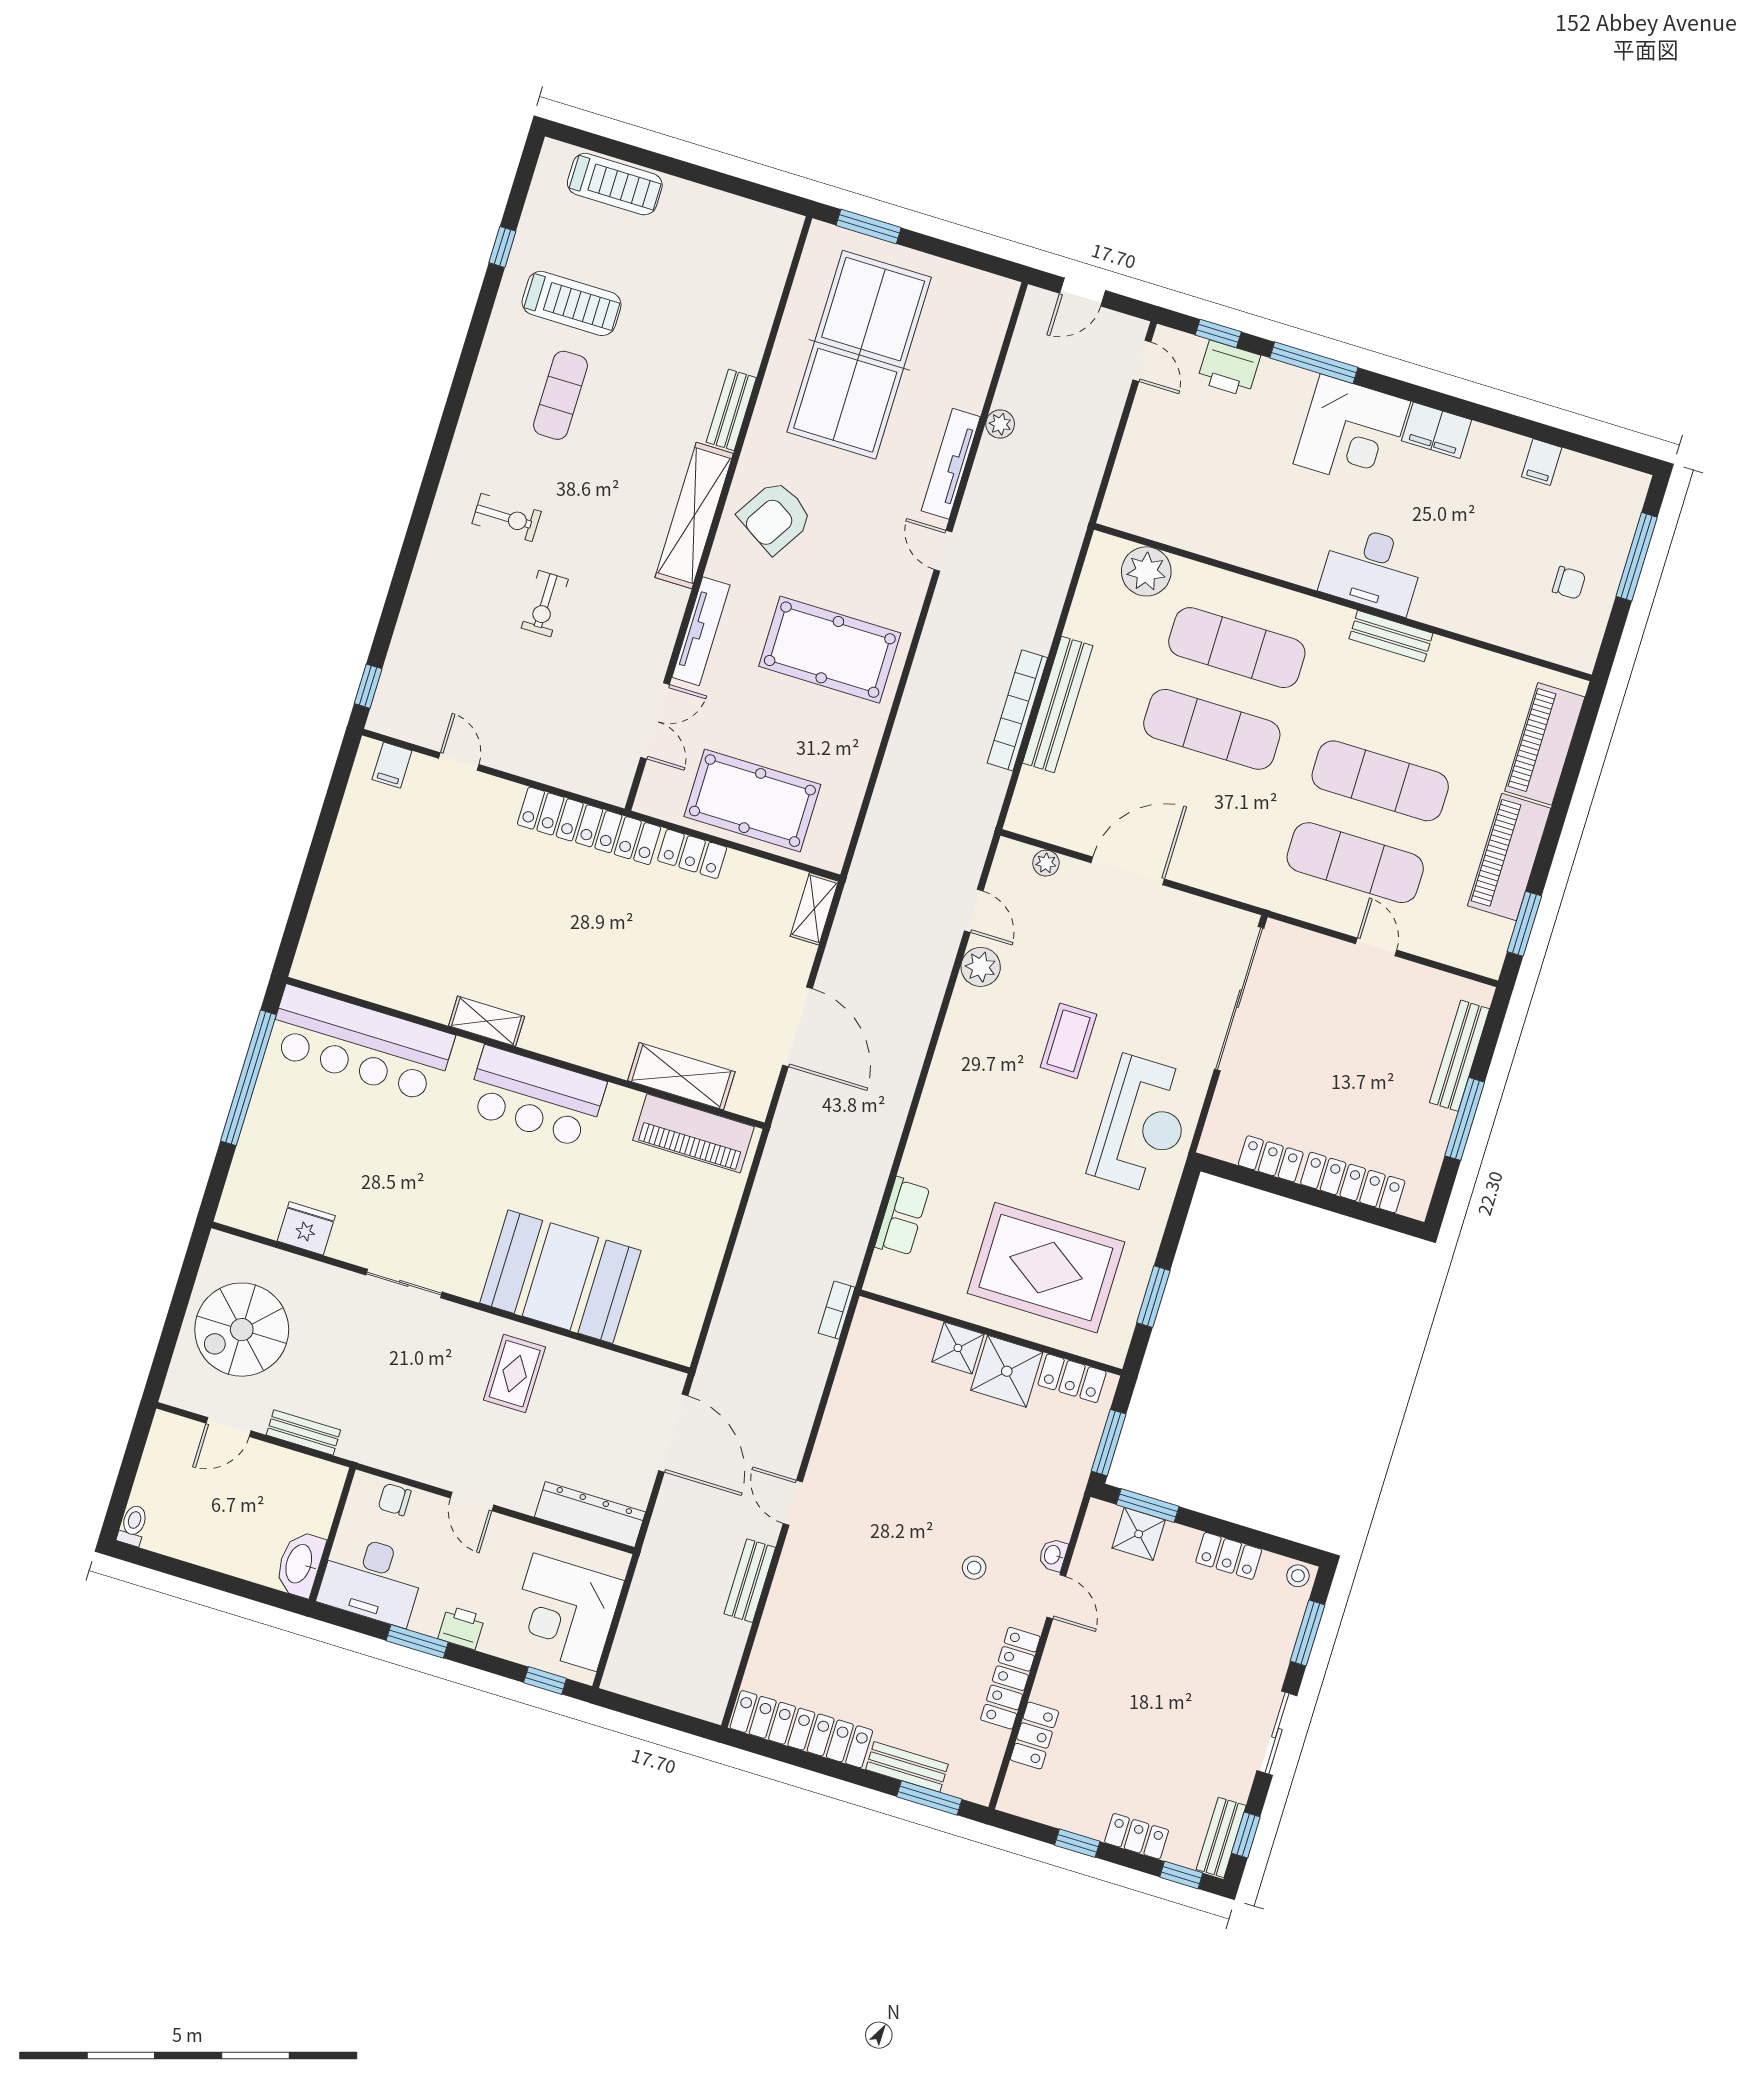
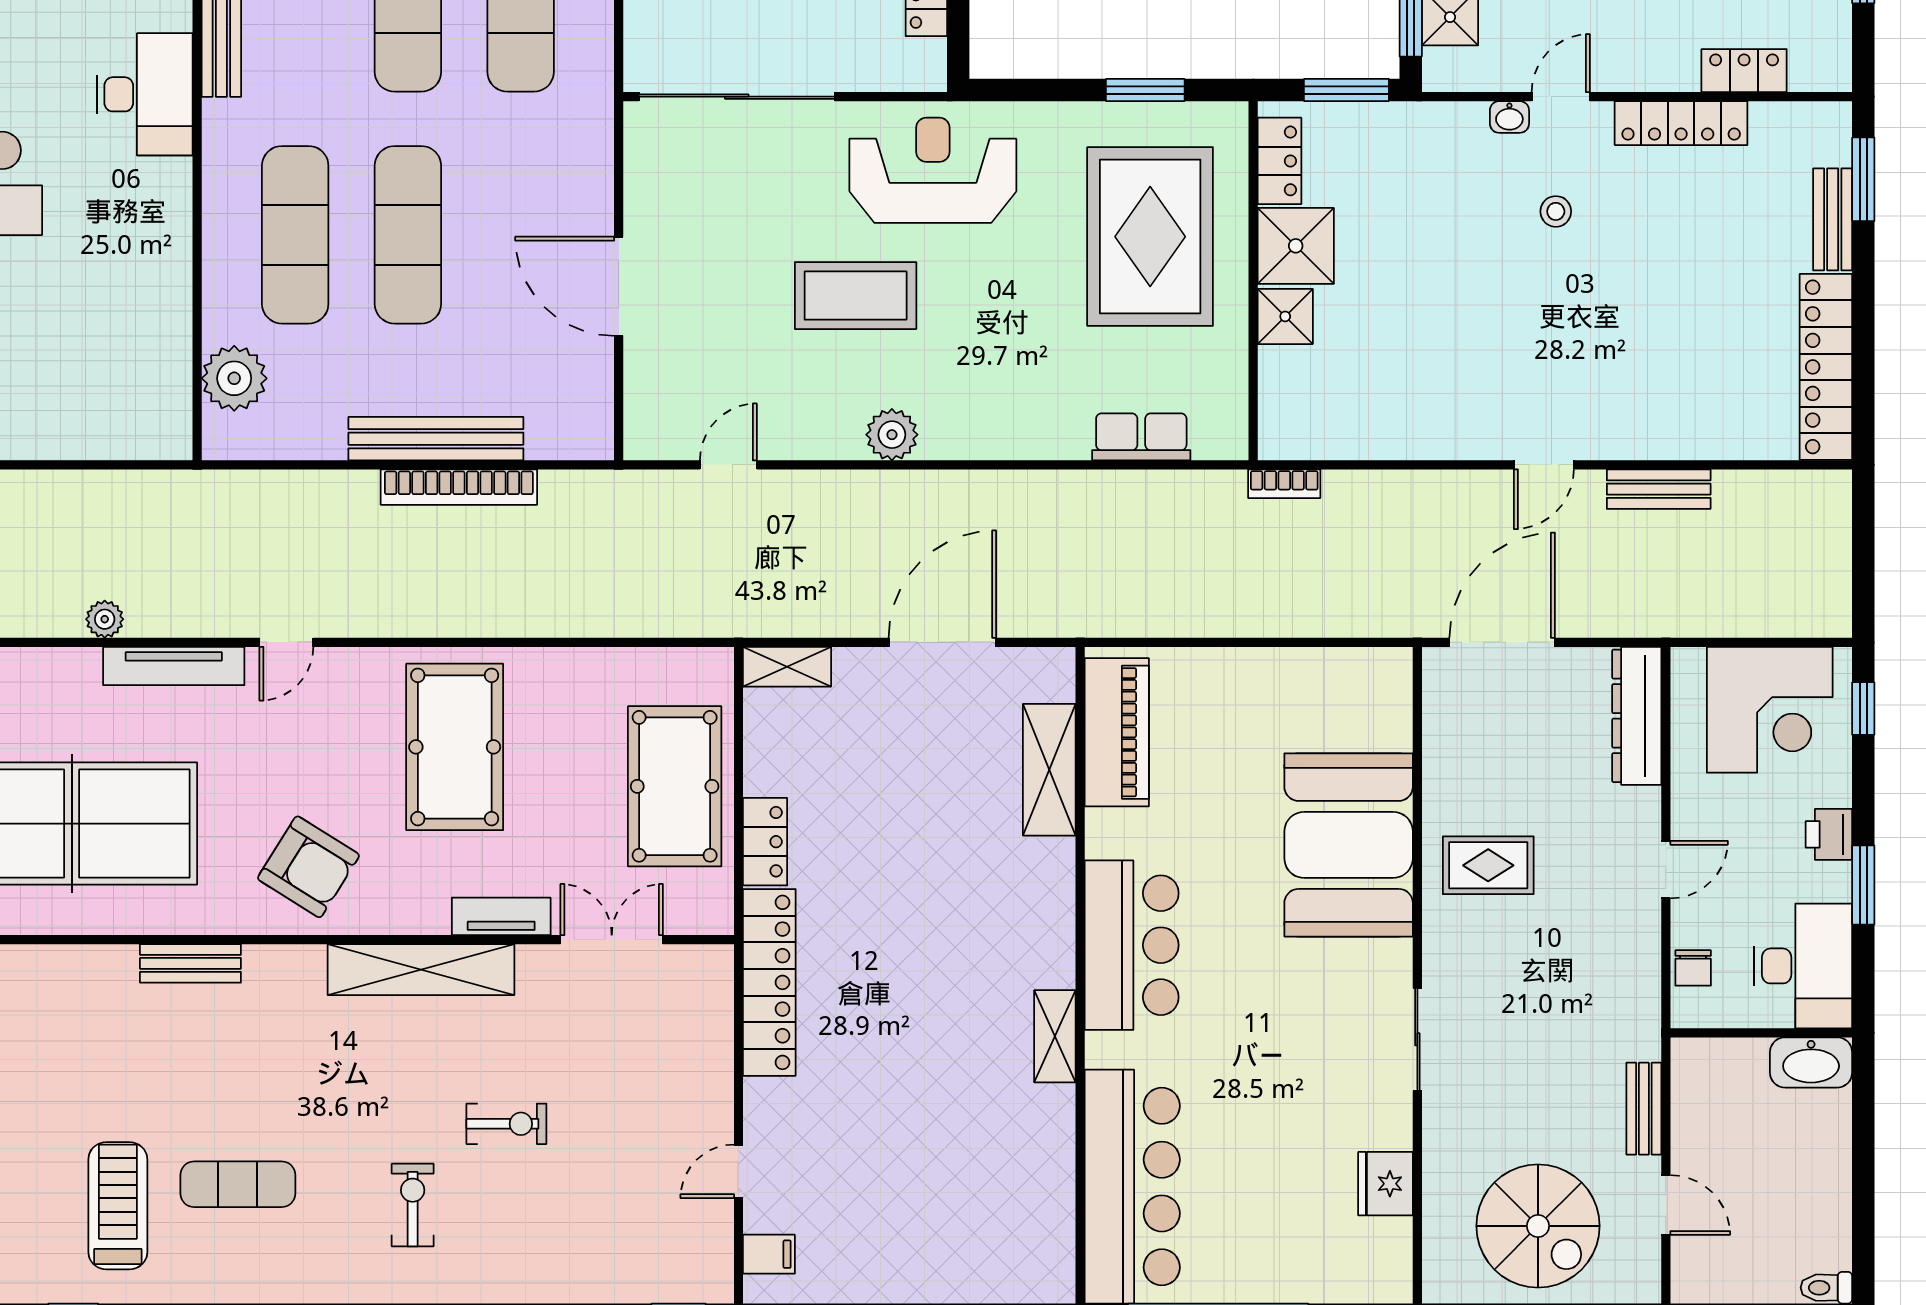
shelving: (694, 516) -> (421, 970), moved
tv unit: (701, 631) -> (501, 916), width x0.71
plant: (1046, 863) -> (640, 392), removed
plant: (981, 967) -> (892, 435), moved
coffee table: (1068, 1041) -> (856, 296), width x1.36, depth x1.32

